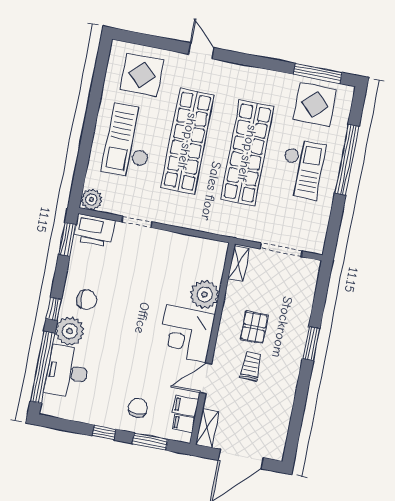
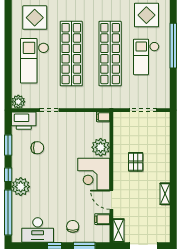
checkout: (302, 169) -> (146, 57), turned 180
window: (67, 239) -> (8, 145), moved
shelving: (238, 264) -> (165, 194), moved
chair: (87, 300) -> (37, 148), moved
window: (311, 344) -> (173, 165), removed
trolley: (251, 366) -> (138, 187), removed
desk: (67, 372) -> (38, 230), moved, turned -90
door: (206, 378) -> (111, 200), hinge flipped
filing cabinet: (184, 424) -> (103, 117), moved

